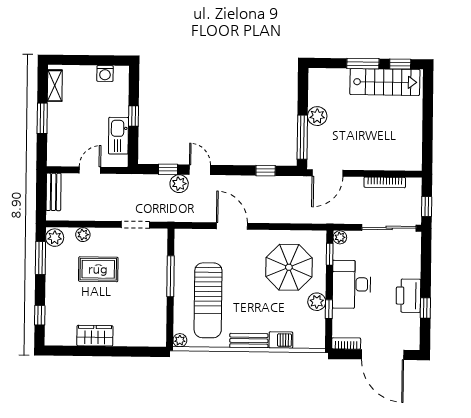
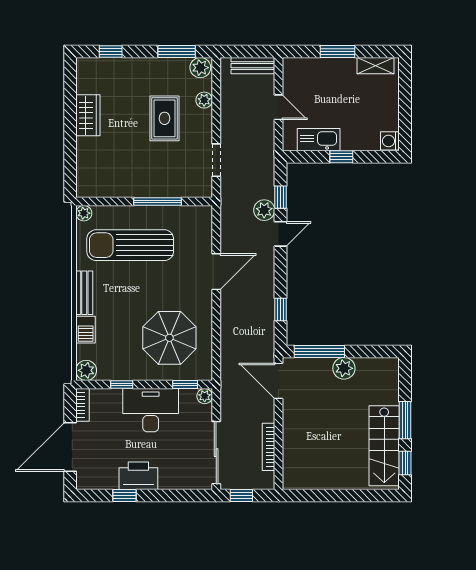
washing machine: (105, 74) -> (390, 141), moved
plant: (317, 302) -> (86, 370), moved

